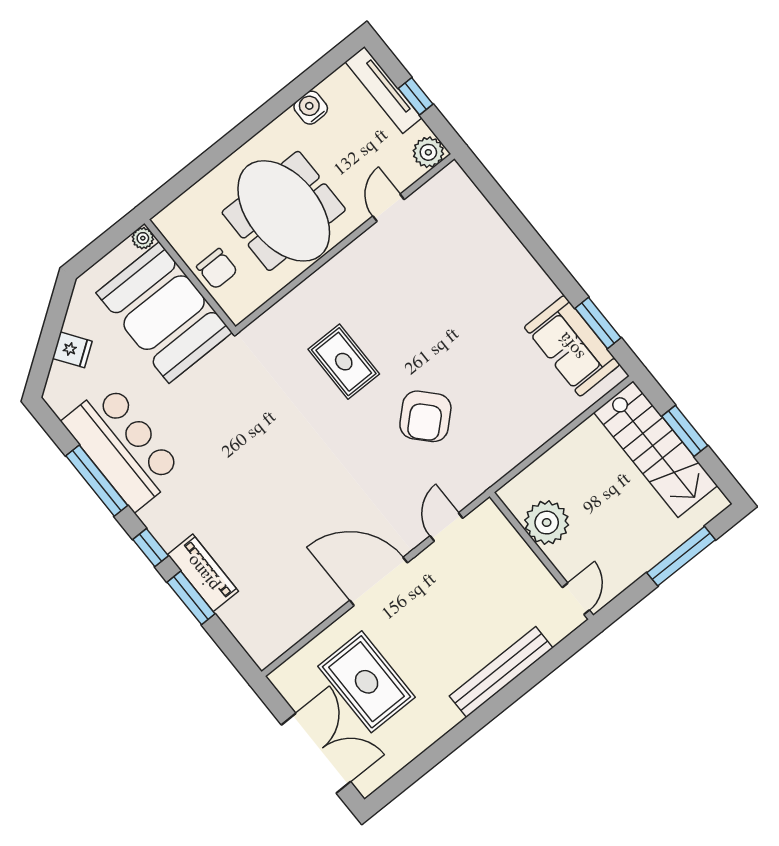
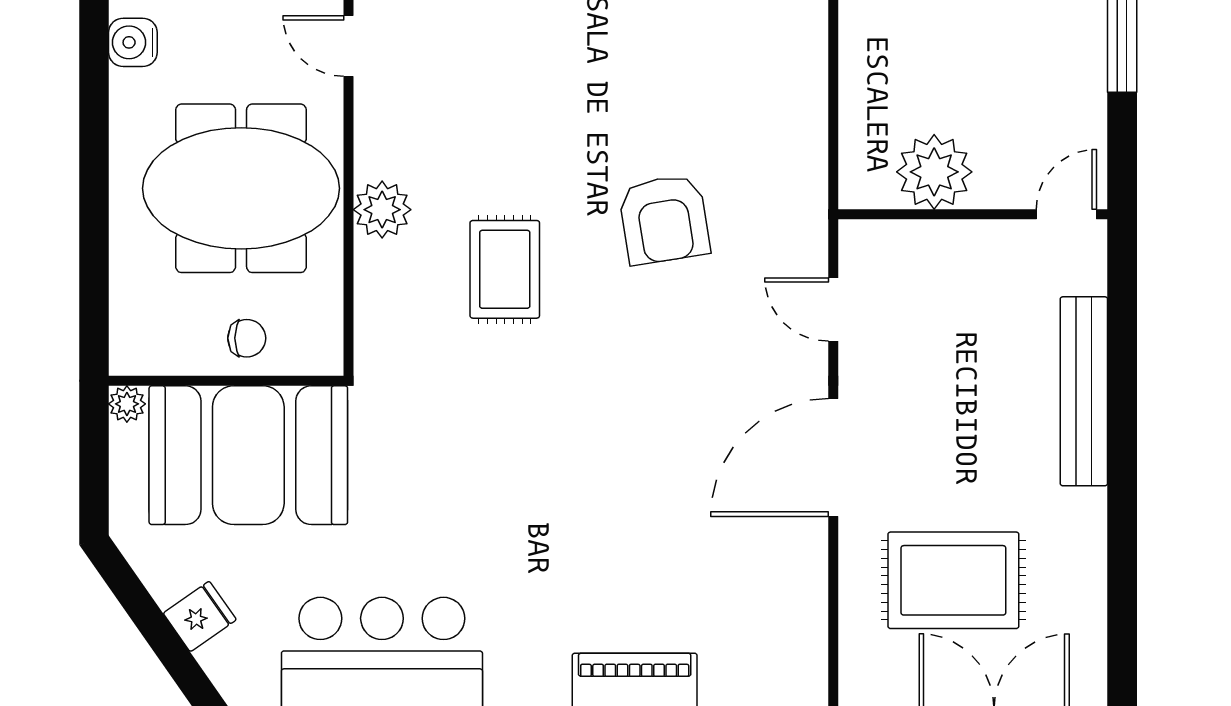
chair: (217, 269) -> (247, 338), width x0.73, depth x0.73
plant: (326, 283) -> (382, 210), added
rug: (344, 362) -> (505, 269), turned 90
armchair: (425, 416) -> (664, 219), turned 34
door: (576, 599) -> (1066, 214), hinge flipped

